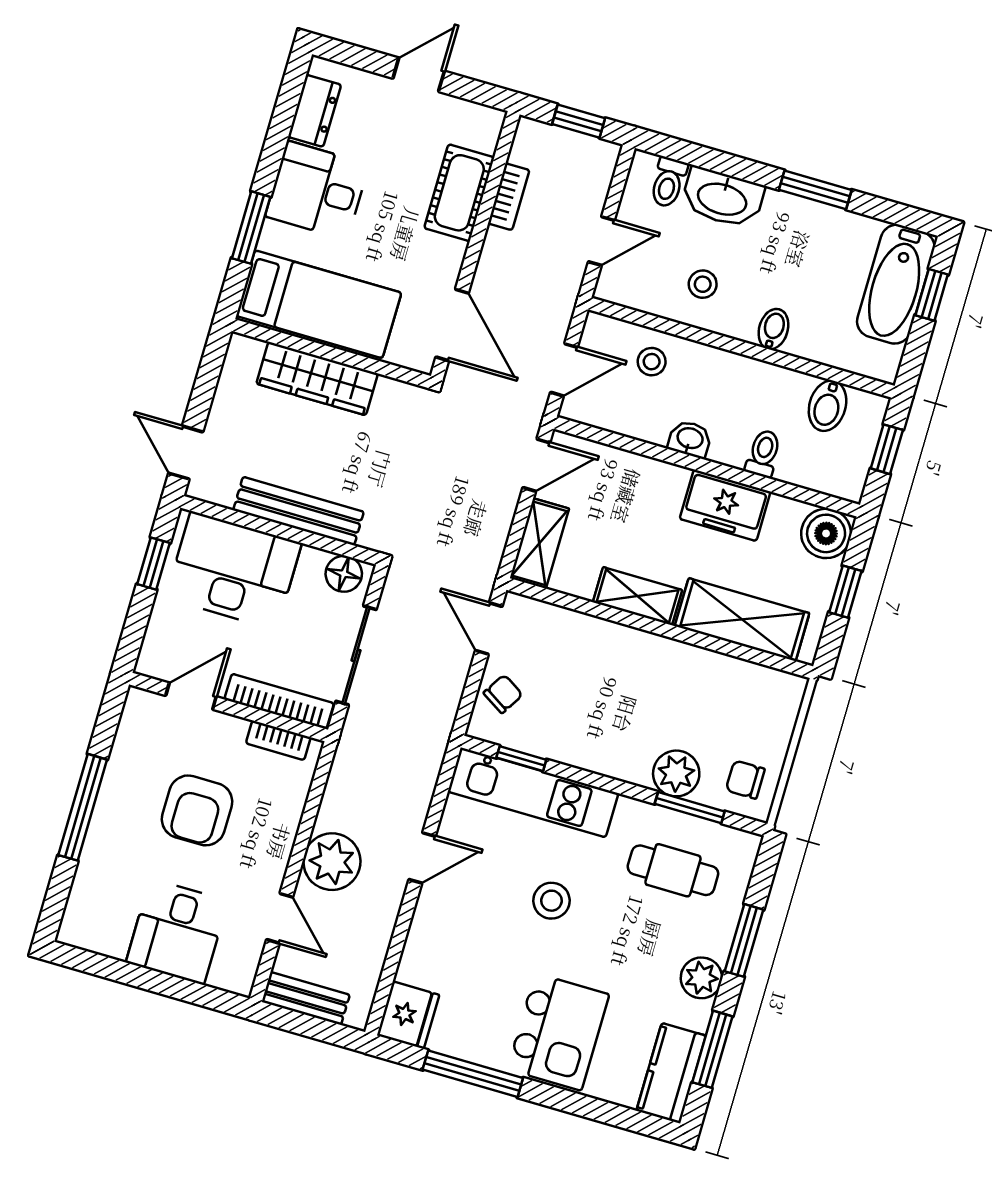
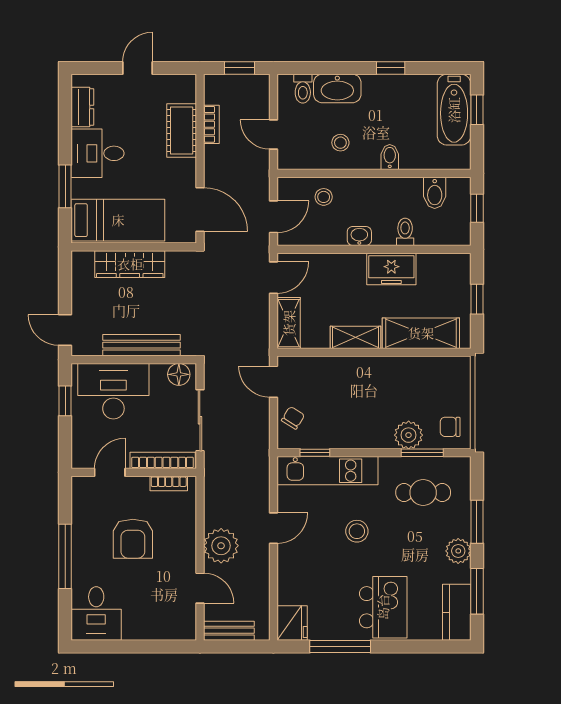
window: (815, 190) -> (391, 68), width x0.67
door: (601, 241) -> (273, 135), swing flipped
boiler: (826, 533) -> (456, 268), removed
desk: (177, 932) -> (96, 613), moved

